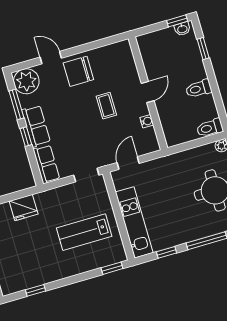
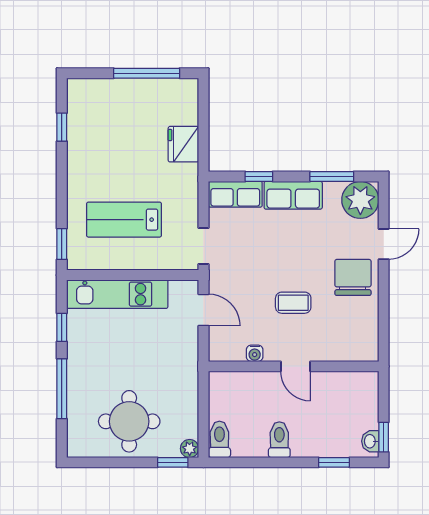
window: (26, 137) -> (259, 177), moved
lab bench: (84, 232) -> (124, 220), turned -90

